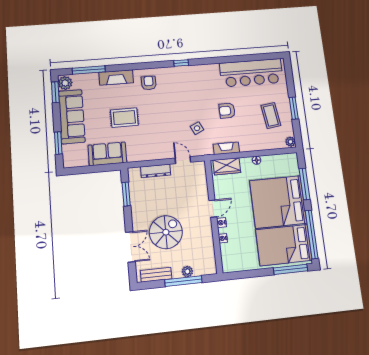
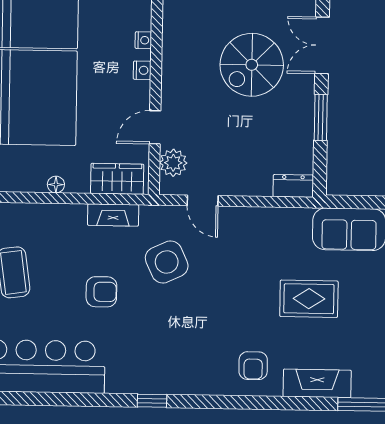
window: (181, 63) -> (152, 401), moved
side table: (197, 128) -> (167, 262), width x1.87, depth x1.87
dresser: (156, 171) -> (293, 186), moved, width x0.70
plant: (200, 177) -> (173, 163), added
window: (126, 194) -> (321, 117), moved
door: (213, 209) -> (155, 127), moved

